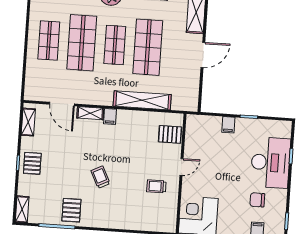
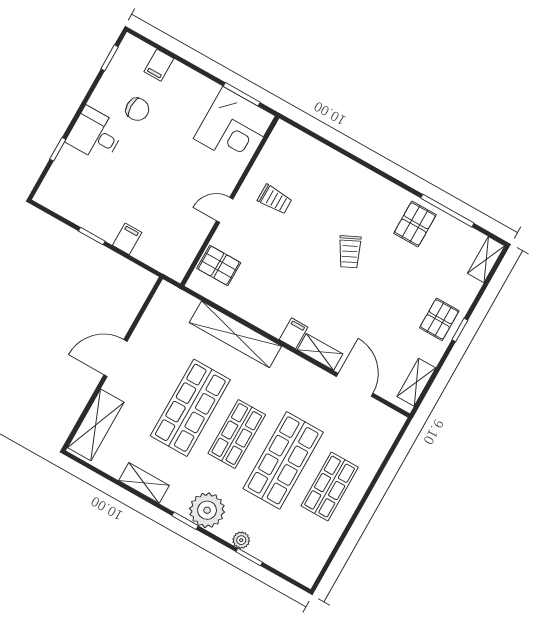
desk: (270, 163) -> (95, 135), width x0.53, depth x0.77

